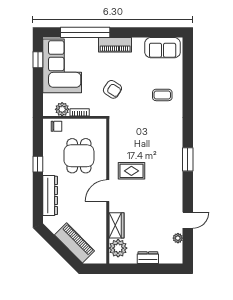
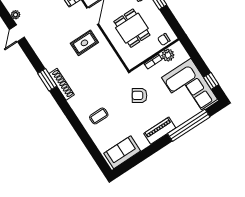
shoe rack: (177, 147) -> (62, 84), added

